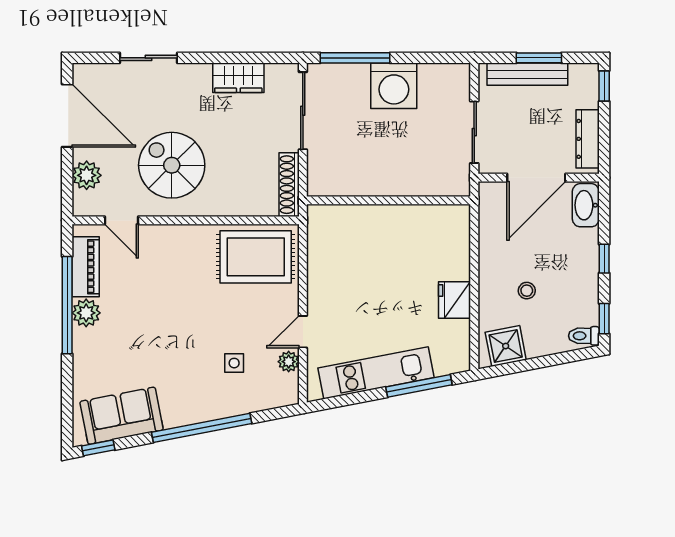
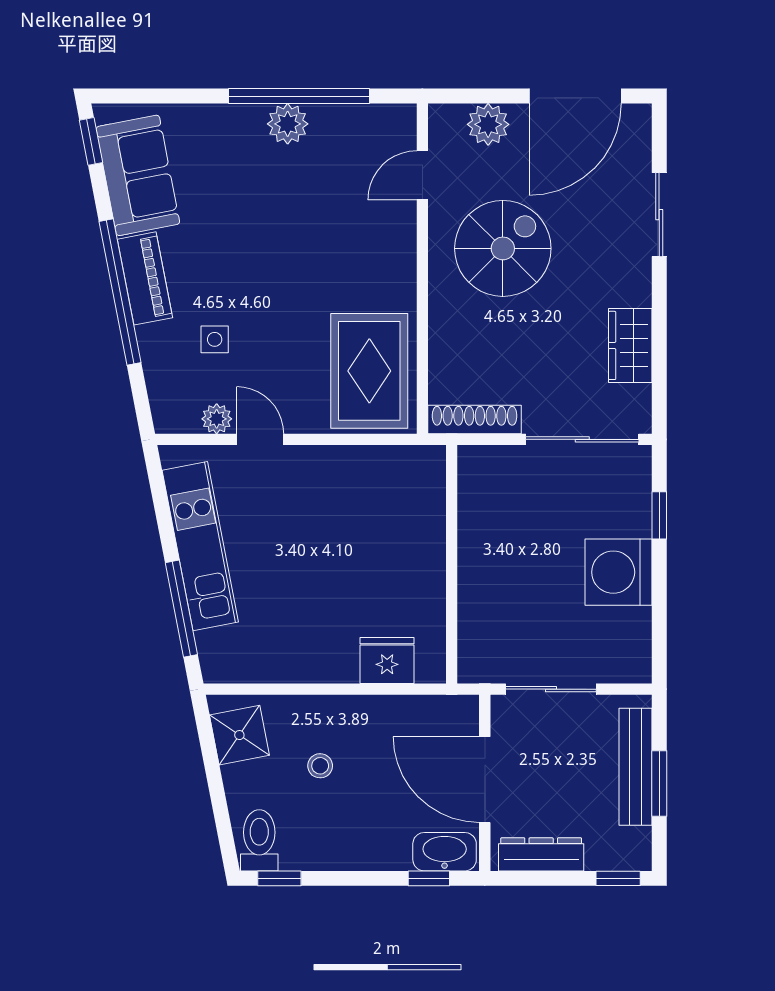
window: (355, 58) -> (659, 515), width x0.46
window: (604, 259) -> (429, 878), moved
piano: (86, 267) -> (145, 278), moved, turned -101
fridge: (455, 300) -> (387, 661), moved
toilet: (584, 336) -> (259, 840), width x1.37, depth x1.39

